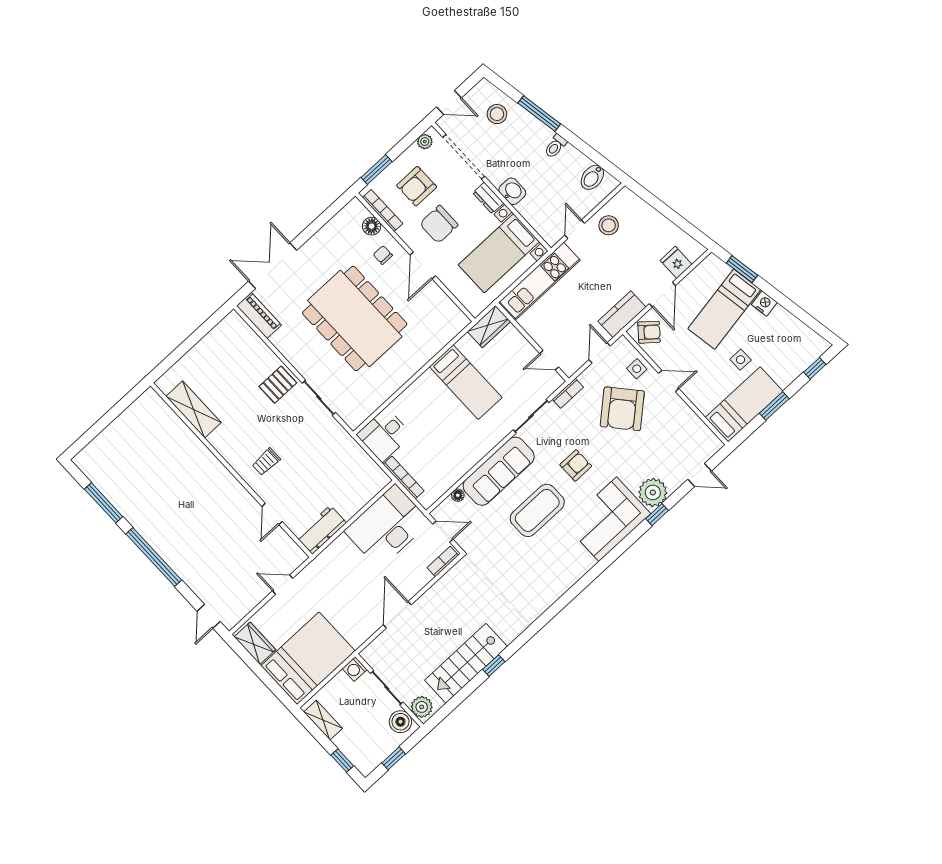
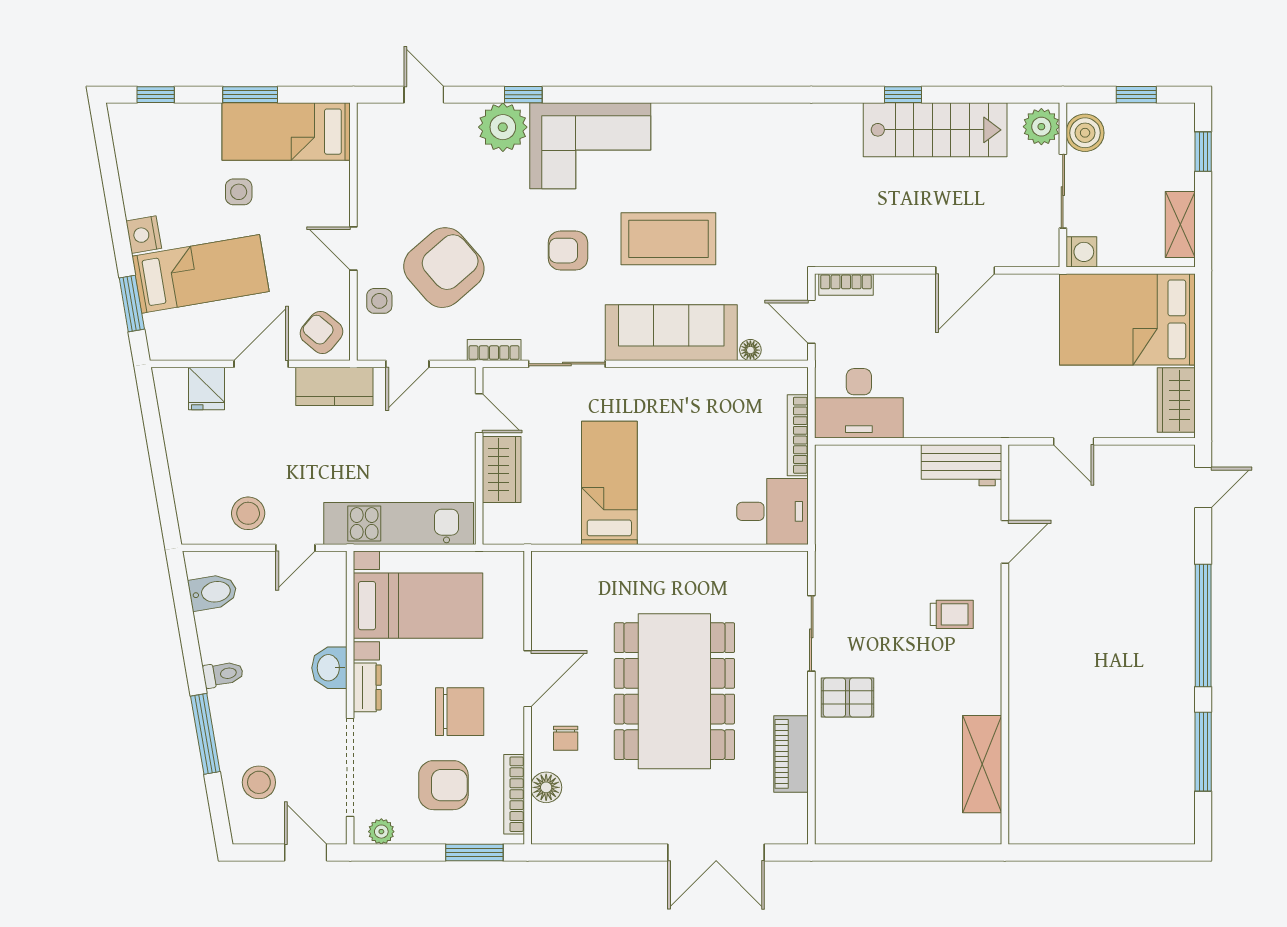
piano: (259, 315) -> (791, 754), moved
wardrobe: (489, 327) -> (502, 470), moved, turned 90
desk: (387, 526) -> (859, 403), width x0.73, depth x0.77

